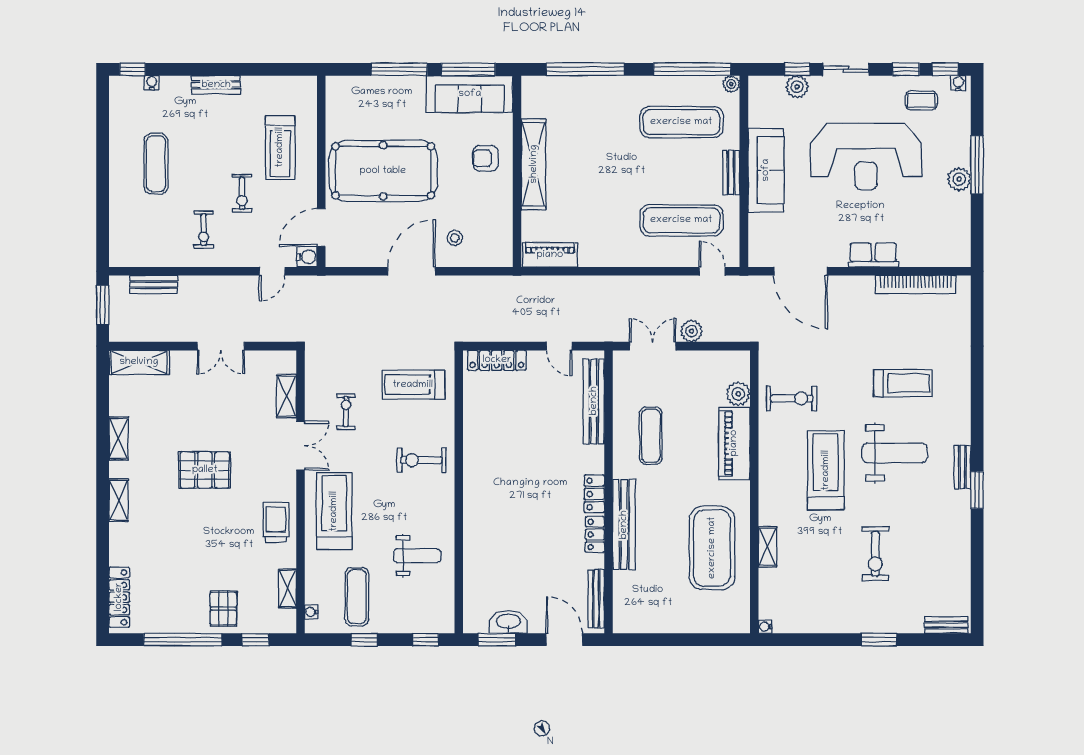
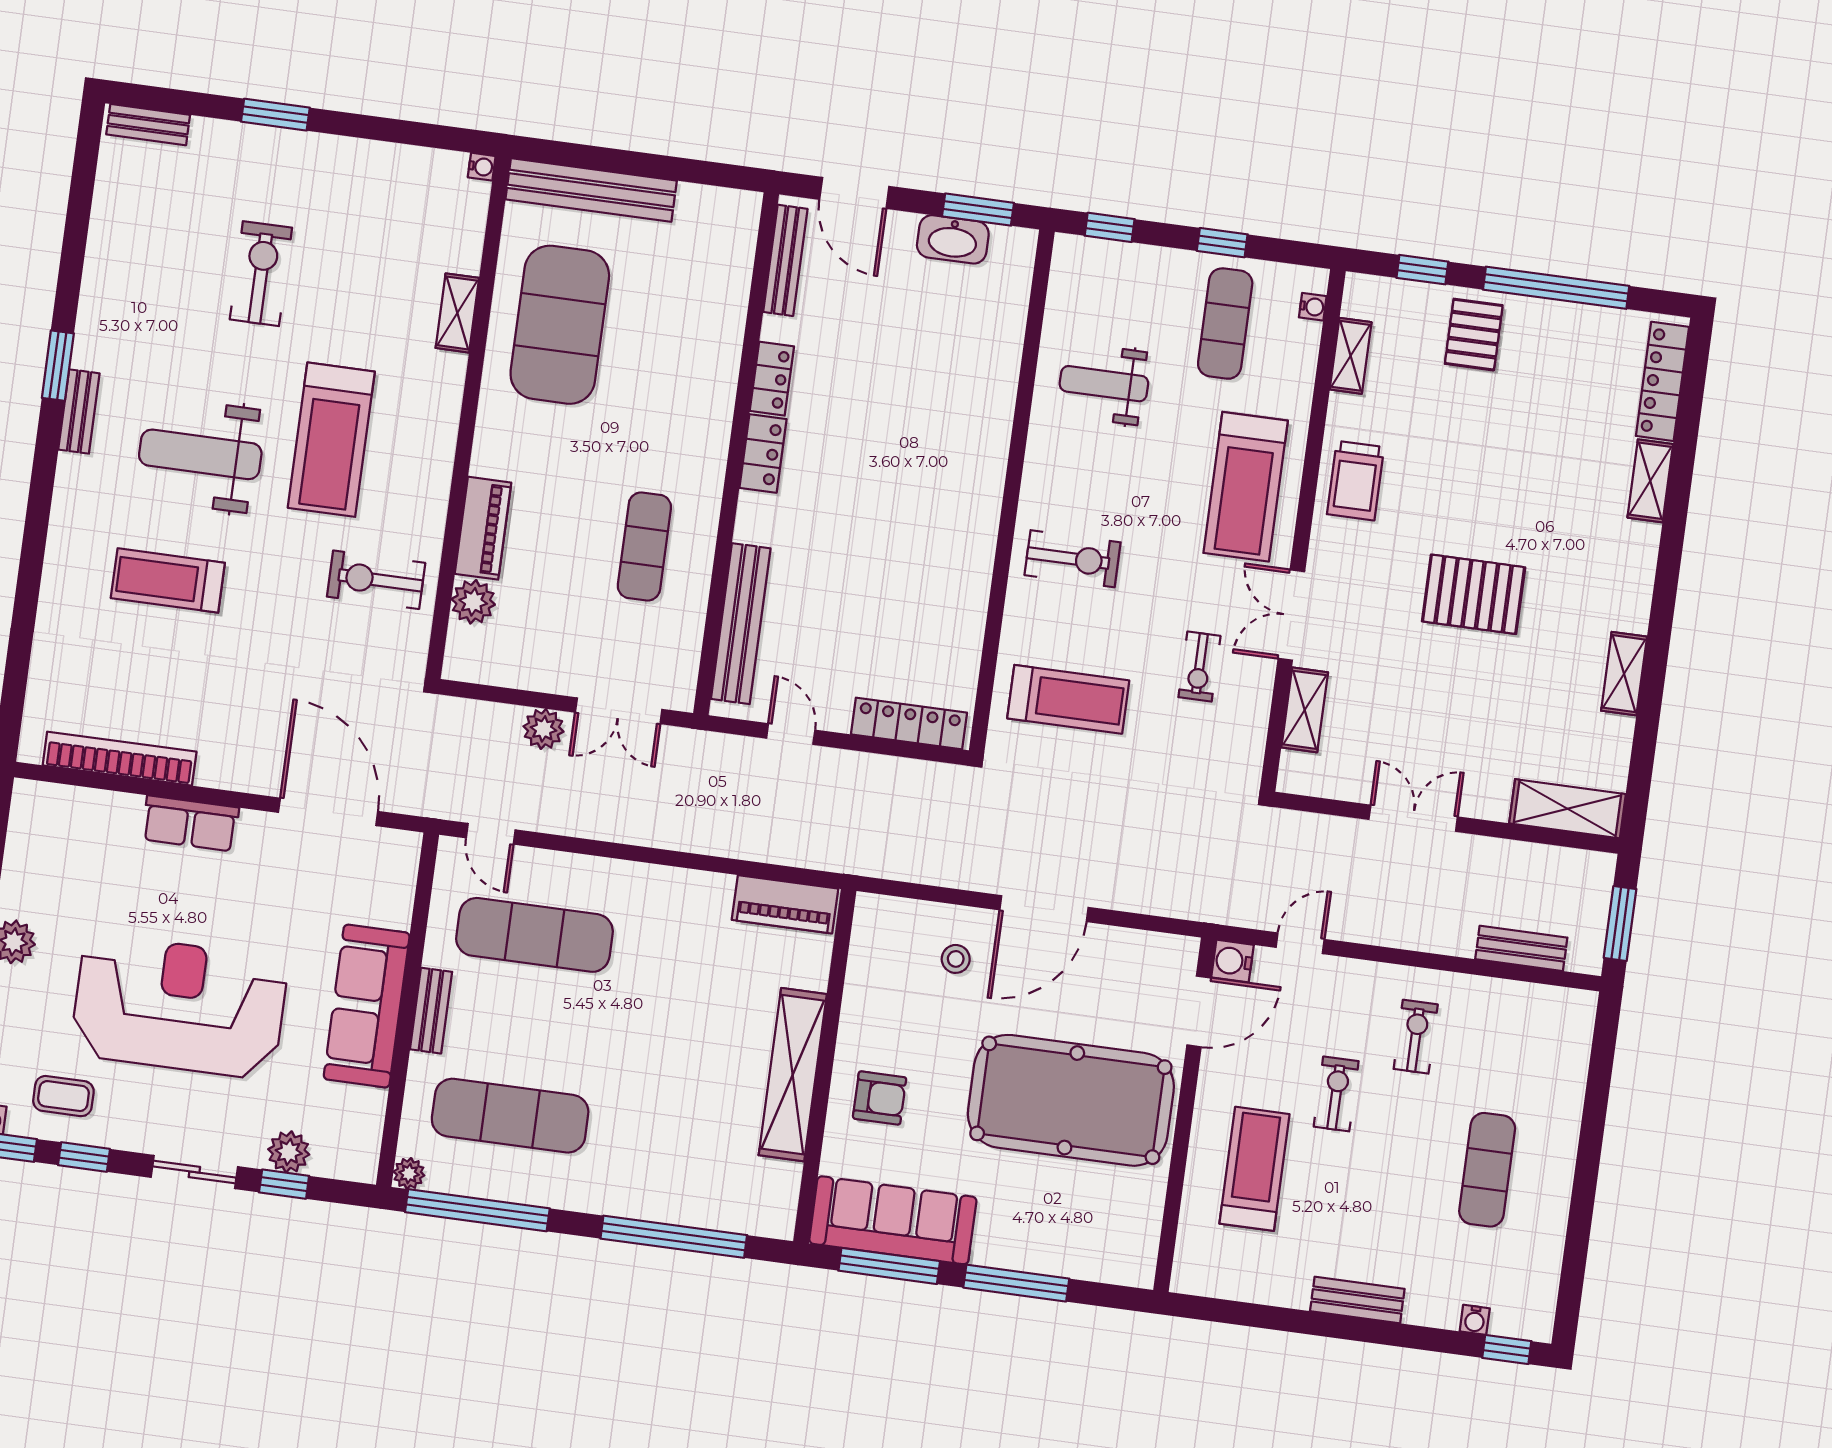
piano: (734, 443) -> (483, 528), width x0.73, depth x0.75
shelving: (119, 500) -> (1650, 481), moved
bench: (624, 525) -> (591, 190), moved, turned 90

